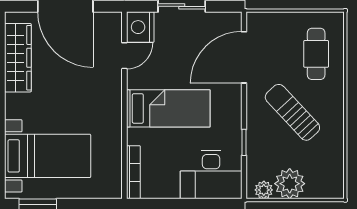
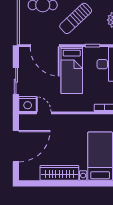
wardrobe: (18, 58) -> (59, 173), moved
bed: (168, 108) -> (72, 70), moved, turned 180

